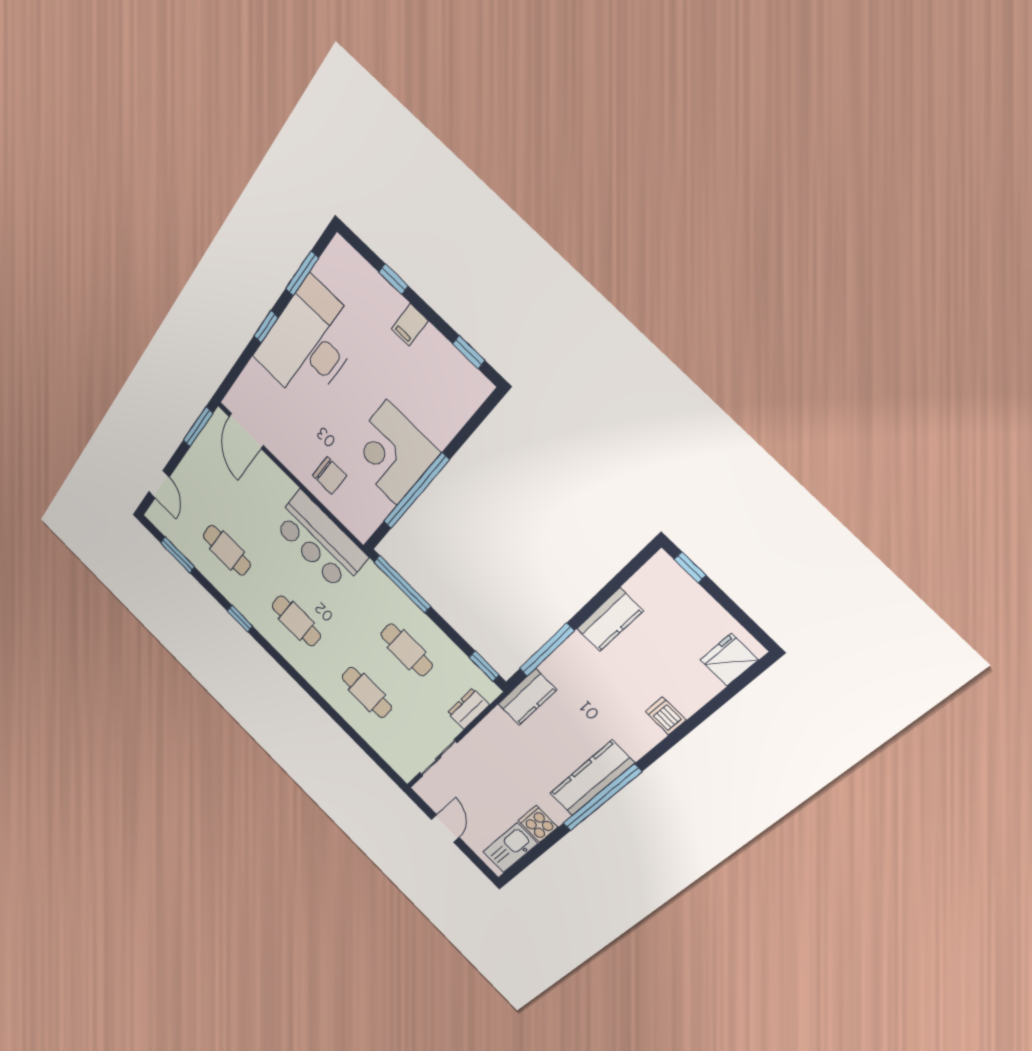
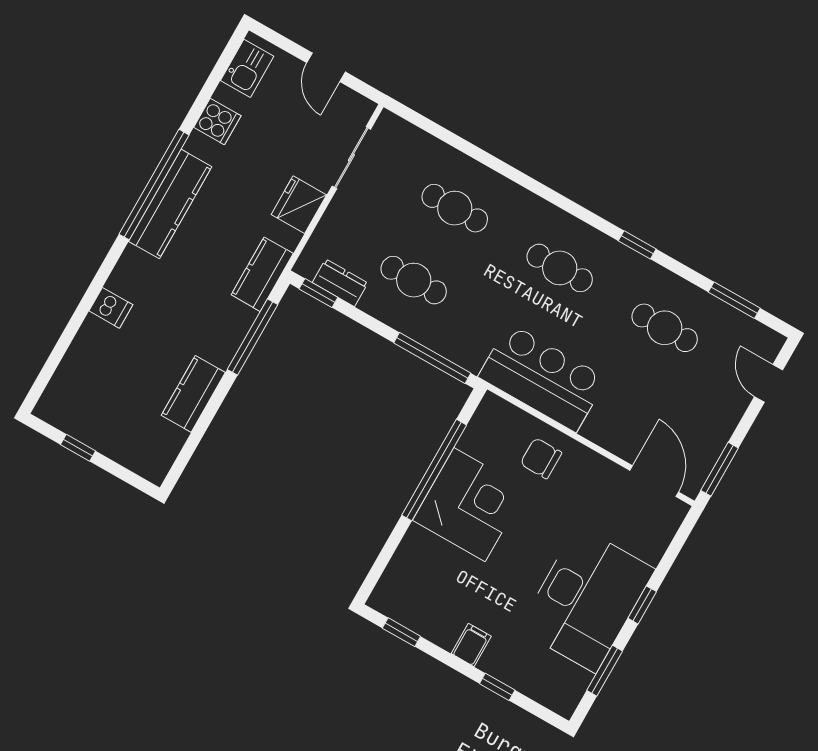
window: (690, 567) -> (78, 448), moved
fridge: (729, 660) -> (299, 205), moved, turned 180
dresser: (468, 709) -> (340, 283), moved, turned -90
kitchen sink: (510, 848) -> (247, 68), width x0.73

